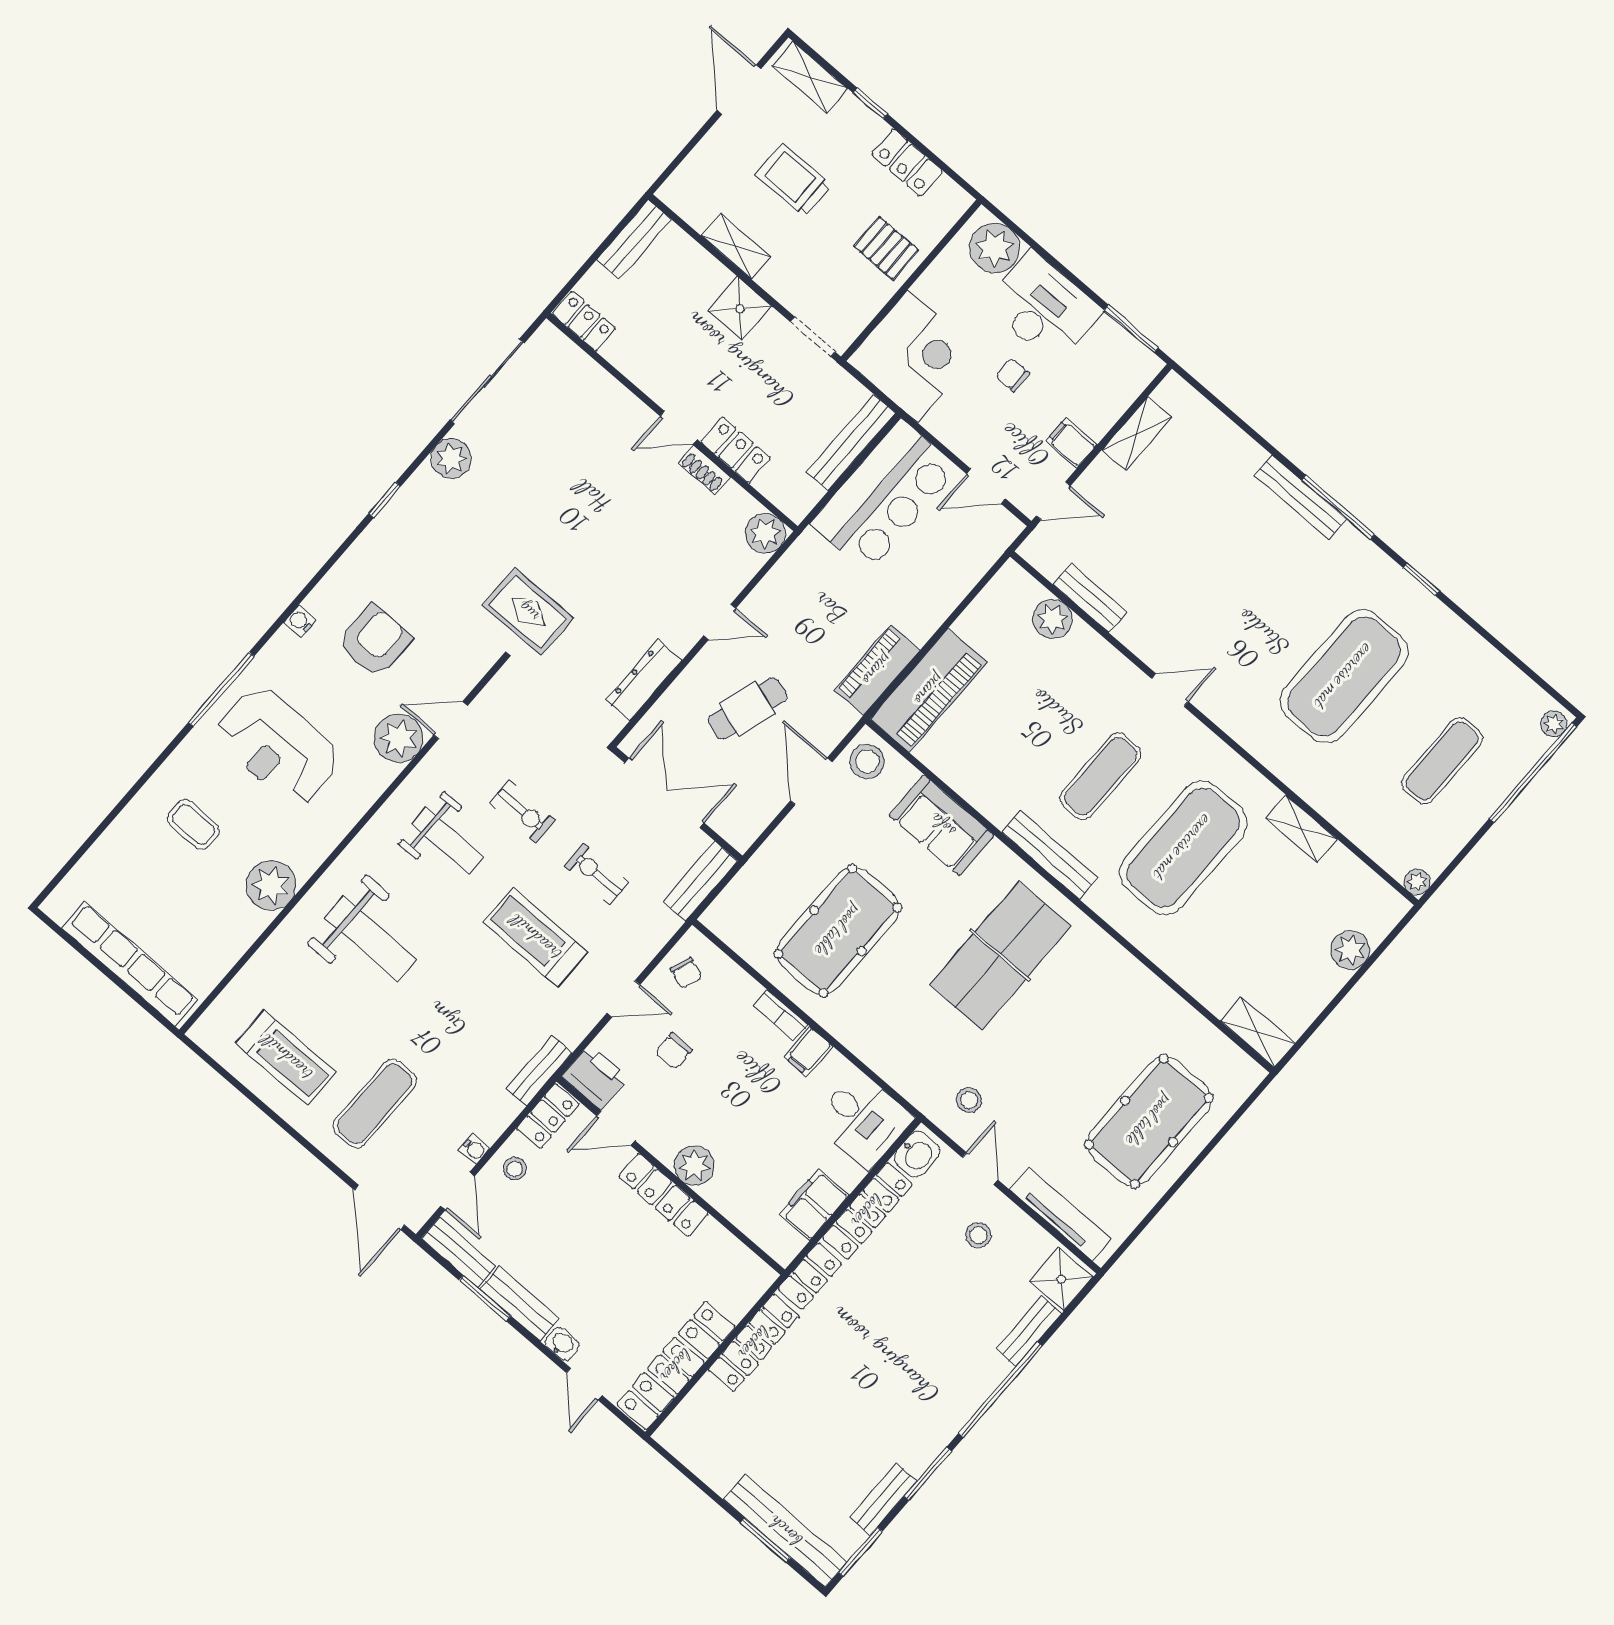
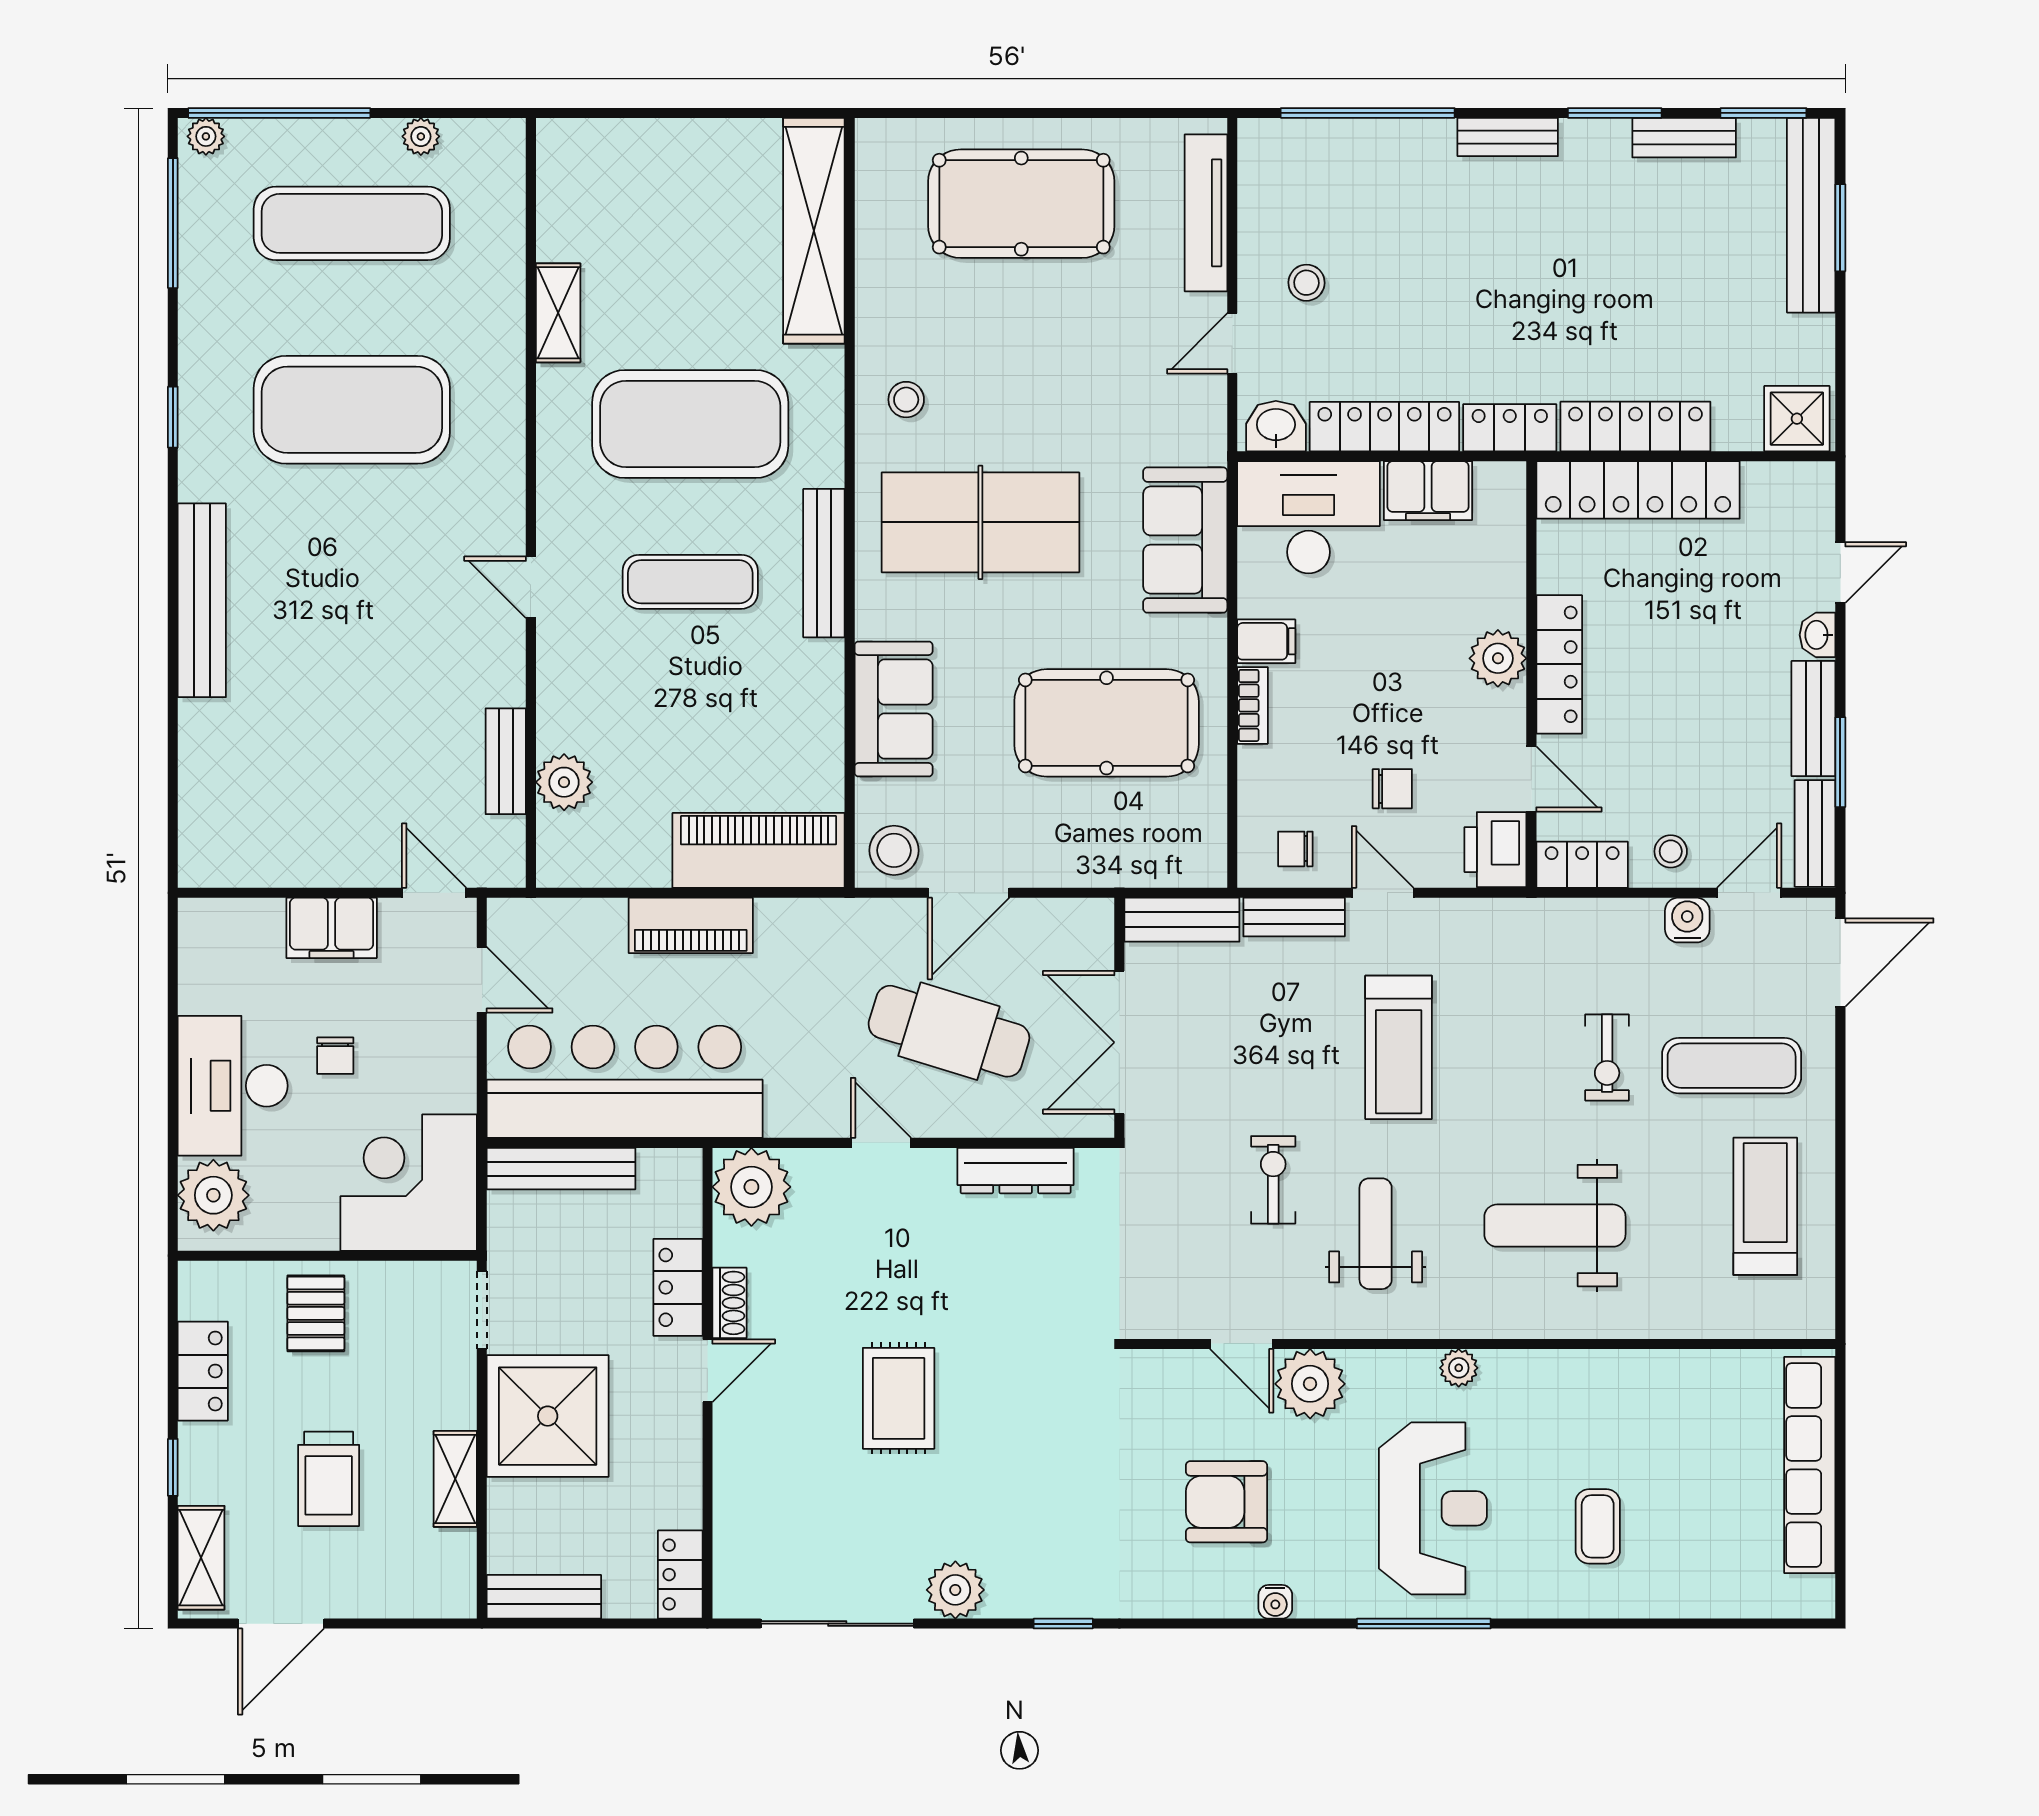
shower: (740, 309) -> (548, 1416), width x1.86, depth x1.86
window: (1131, 329) -> (173, 970), removed
door: (679, 428) -> (707, 1371), hinge flipped
shelving: (1137, 434) -> (282, 865), removed
filing cabinet: (1071, 443) -> (332, 928), width x2.00
bar counter: (884, 496) -> (625, 1082), width x1.36
bench: (1300, 497) -> (202, 600), width x1.37, depth x1.21
window: (1338, 507) -> (173, 223), moved
plant: (765, 533) -> (751, 1187), width x1.36, depth x1.36
rug: (528, 612) -> (899, 1398), moved
piano: (877, 670) -> (691, 925), moved
cafe table: (747, 708) -> (949, 1031), width x1.37, depth x1.35
exercise mat: (1442, 761) -> (352, 223), width x1.36, depth x1.45
exercise bike: (597, 874) -> (1607, 1057), moved
plant: (1417, 882) -> (421, 136), moved
plant: (271, 885) -> (1459, 1368), moved, width x0.53, depth x0.53
weight bench: (371, 938) -> (1555, 1226), turned -90
plant: (1350, 950) -> (645, 146), removed
chair: (686, 973) -> (1295, 849), turned -110
shelving: (1258, 1032) -> (814, 231), width x2.20, depth x1.33
sofa: (898, 1055) -> (1185, 540), added
bench: (539, 1071) -> (1294, 917), moved
stool: (969, 1100) -> (906, 400), moved
desk: (863, 1120) -> (1308, 517), width x1.37
water cooler: (474, 1149) -> (1687, 920), width x1.38, depth x1.38
shower: (1061, 1279) -> (1797, 419), moved
bench: (1029, 1331) -> (1508, 137), moved
locker: (676, 1366) -> (1638, 490), moved
window: (1000, 1390) -> (1368, 113), moved

